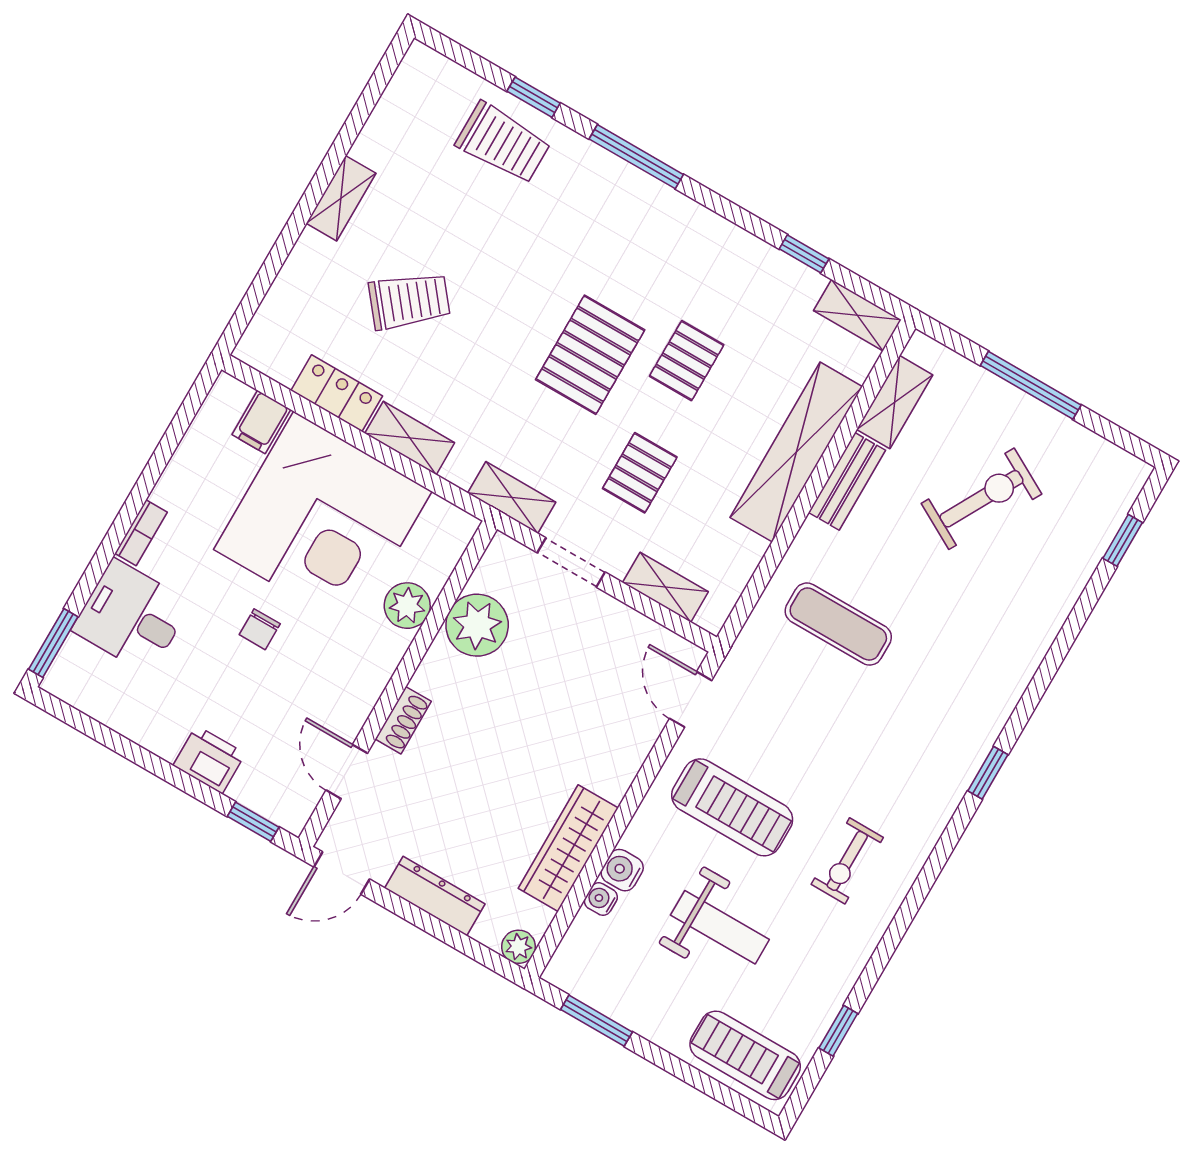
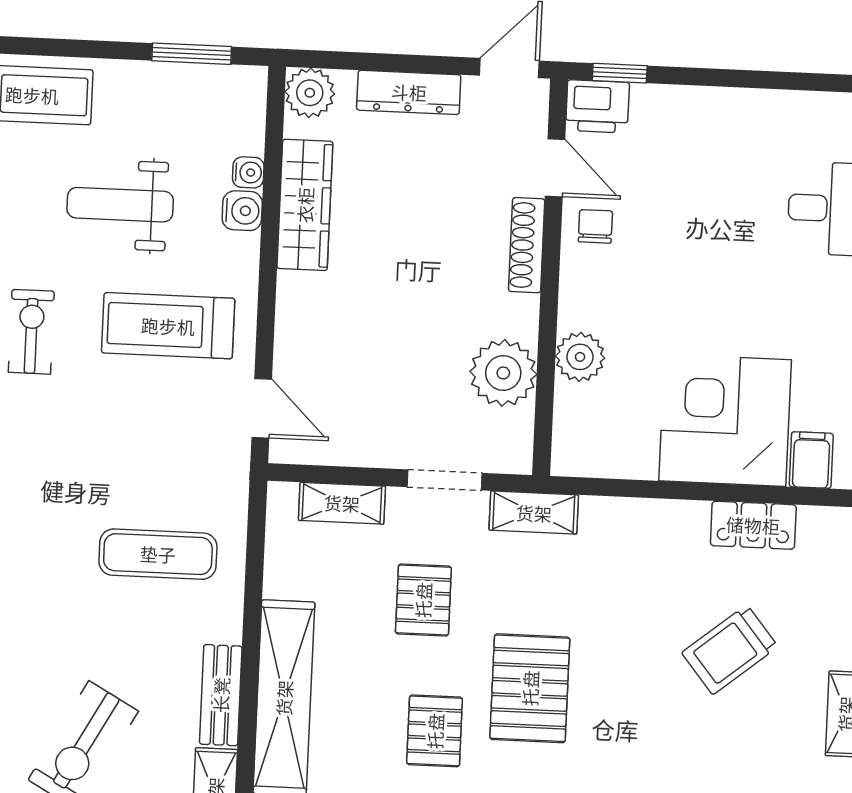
shelving: (410, 438) -> (661, 519), removed
corner desk: (323, 520) -> (725, 420), width x0.74, depth x0.74
chair: (260, 629) -> (595, 226), moved
shoe rack: (403, 720) -> (527, 245), width x1.43
printer: (209, 760) -> (597, 106), moved
plant: (519, 947) -> (310, 93), width x1.38, depth x1.38

